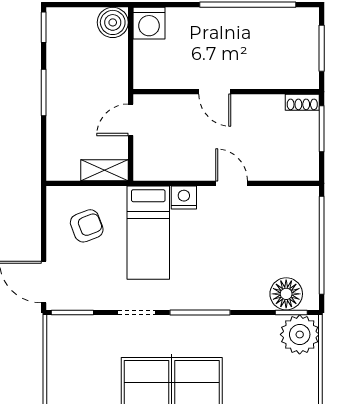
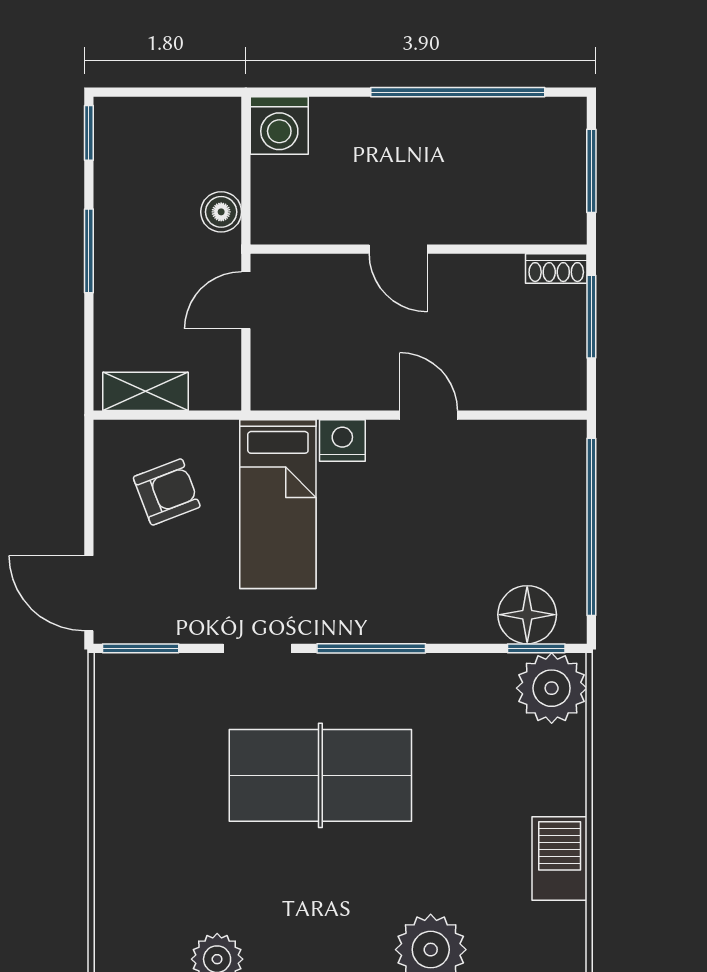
boiler: (113, 22) -> (221, 212), moved, width x0.73, depth x0.73
shelving: (104, 170) -> (145, 391), moved

